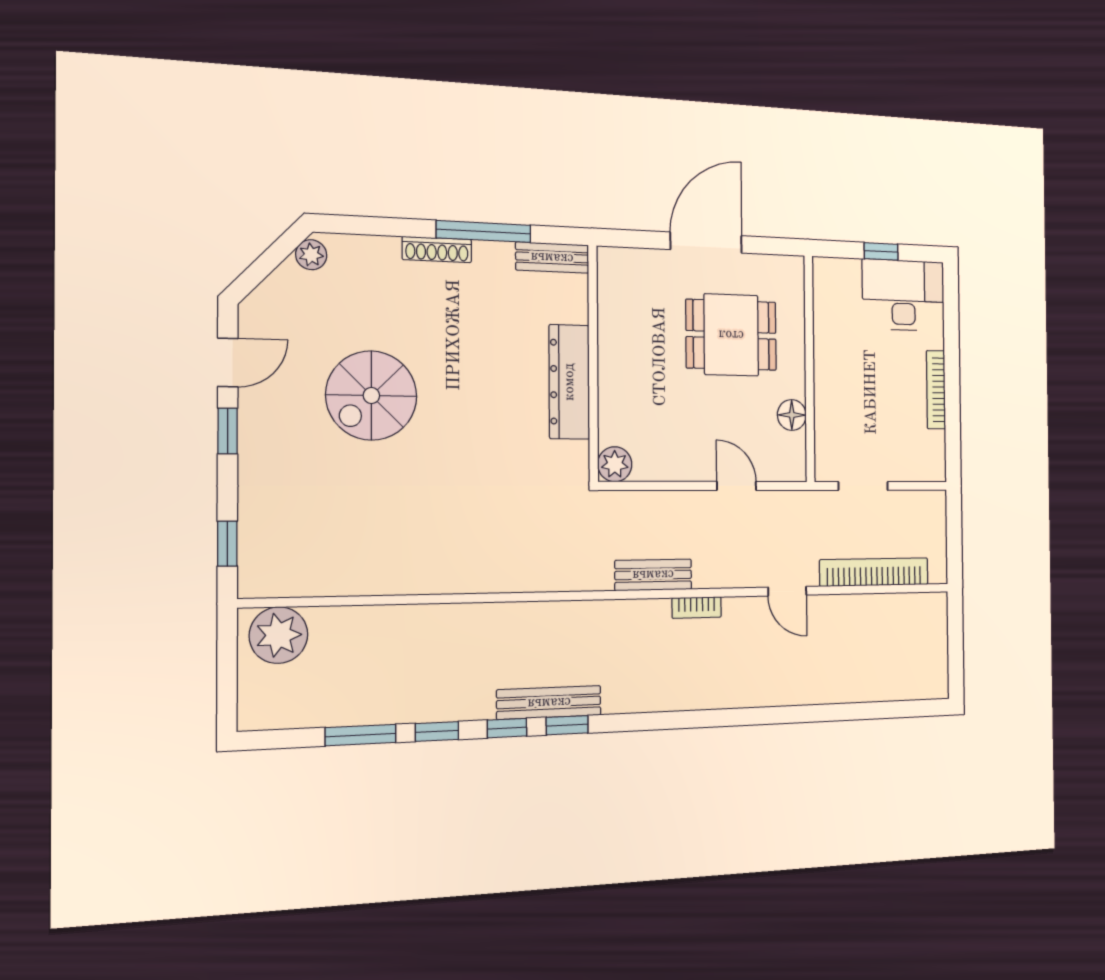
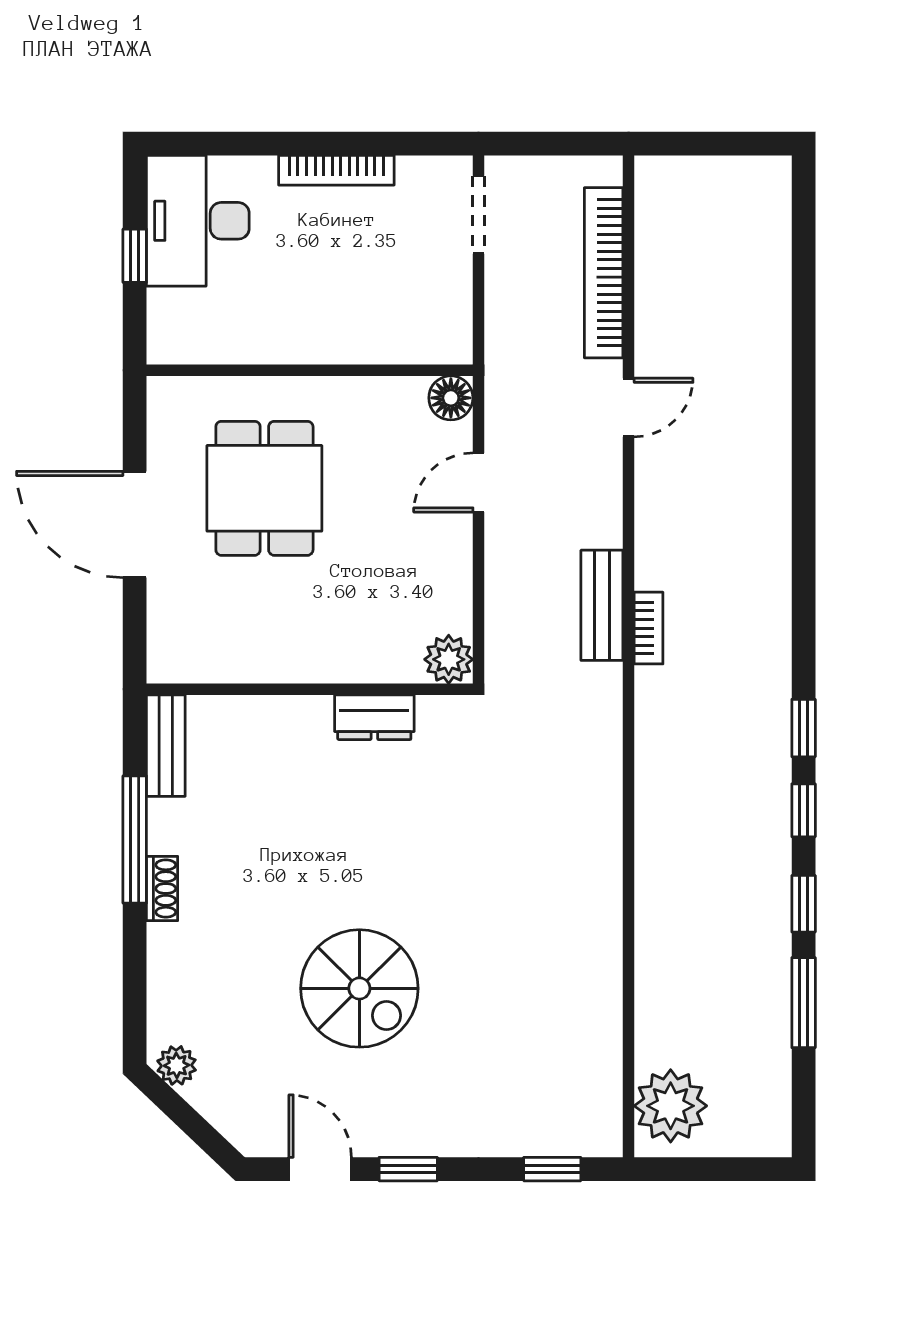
shoe rack: (437, 249) -> (162, 889), width x0.70
dresser: (569, 382) -> (374, 717), width x0.51, depth x0.80
floor lamp: (792, 415) -> (451, 398), moved
doorway: (863, 486) -> (479, 215), moved
bookcase: (697, 608) -> (649, 628), moved
bench: (549, 703) -> (772, 753), removed

